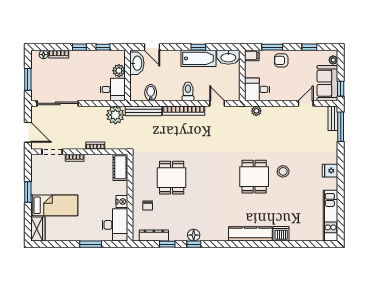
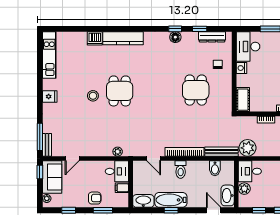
filing cabinet: (252, 56) -> (122, 188), moved

